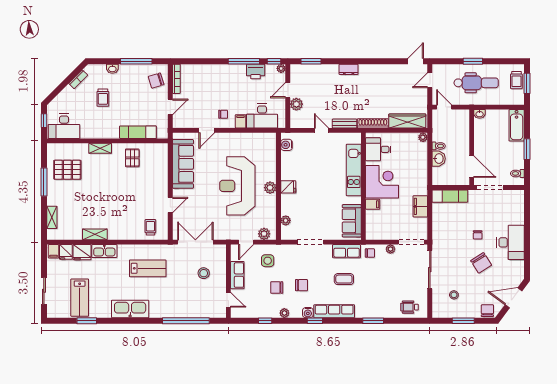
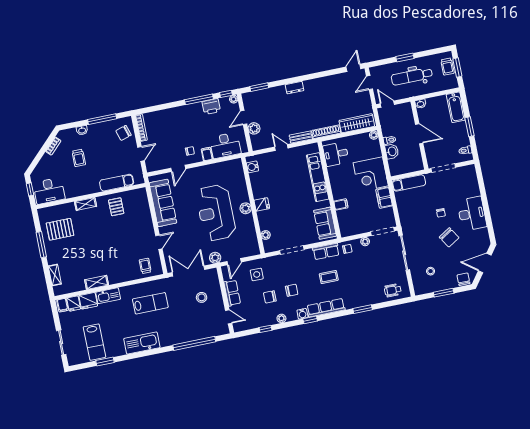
dental chair: (476, 83) -> (412, 76), turned 180
door: (472, 167) -> (419, 134), moved
corner desk: (382, 182) -> (371, 174), moved, turned 180
plant: (264, 234) -> (215, 258), moved

